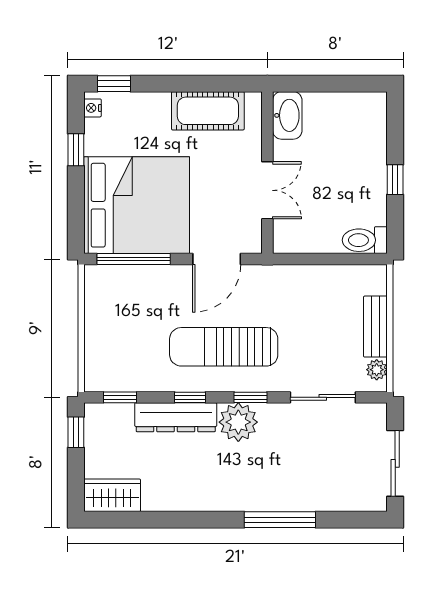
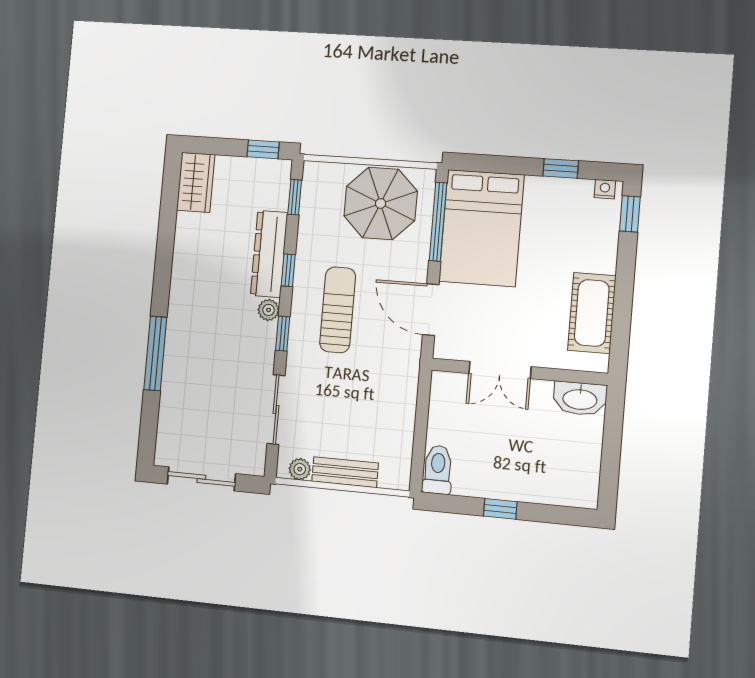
bed: (137, 205) -> (481, 228), width x0.73
parasol: (120, 315) -> (381, 203), added
sun lounger: (224, 347) -> (338, 310), width x0.73, depth x0.75
plant: (238, 422) -> (269, 310), width x0.53, depth x0.53

